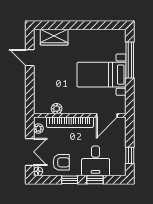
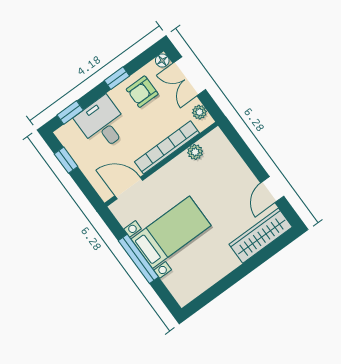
wardrobe: (54, 37) -> (261, 236), width x1.50
door: (30, 58) -> (272, 190), swing flipped
window: (130, 60) -> (138, 259), moved
door: (107, 115) -> (129, 188), hinge flipped
window: (95, 180) -> (70, 112), moved

